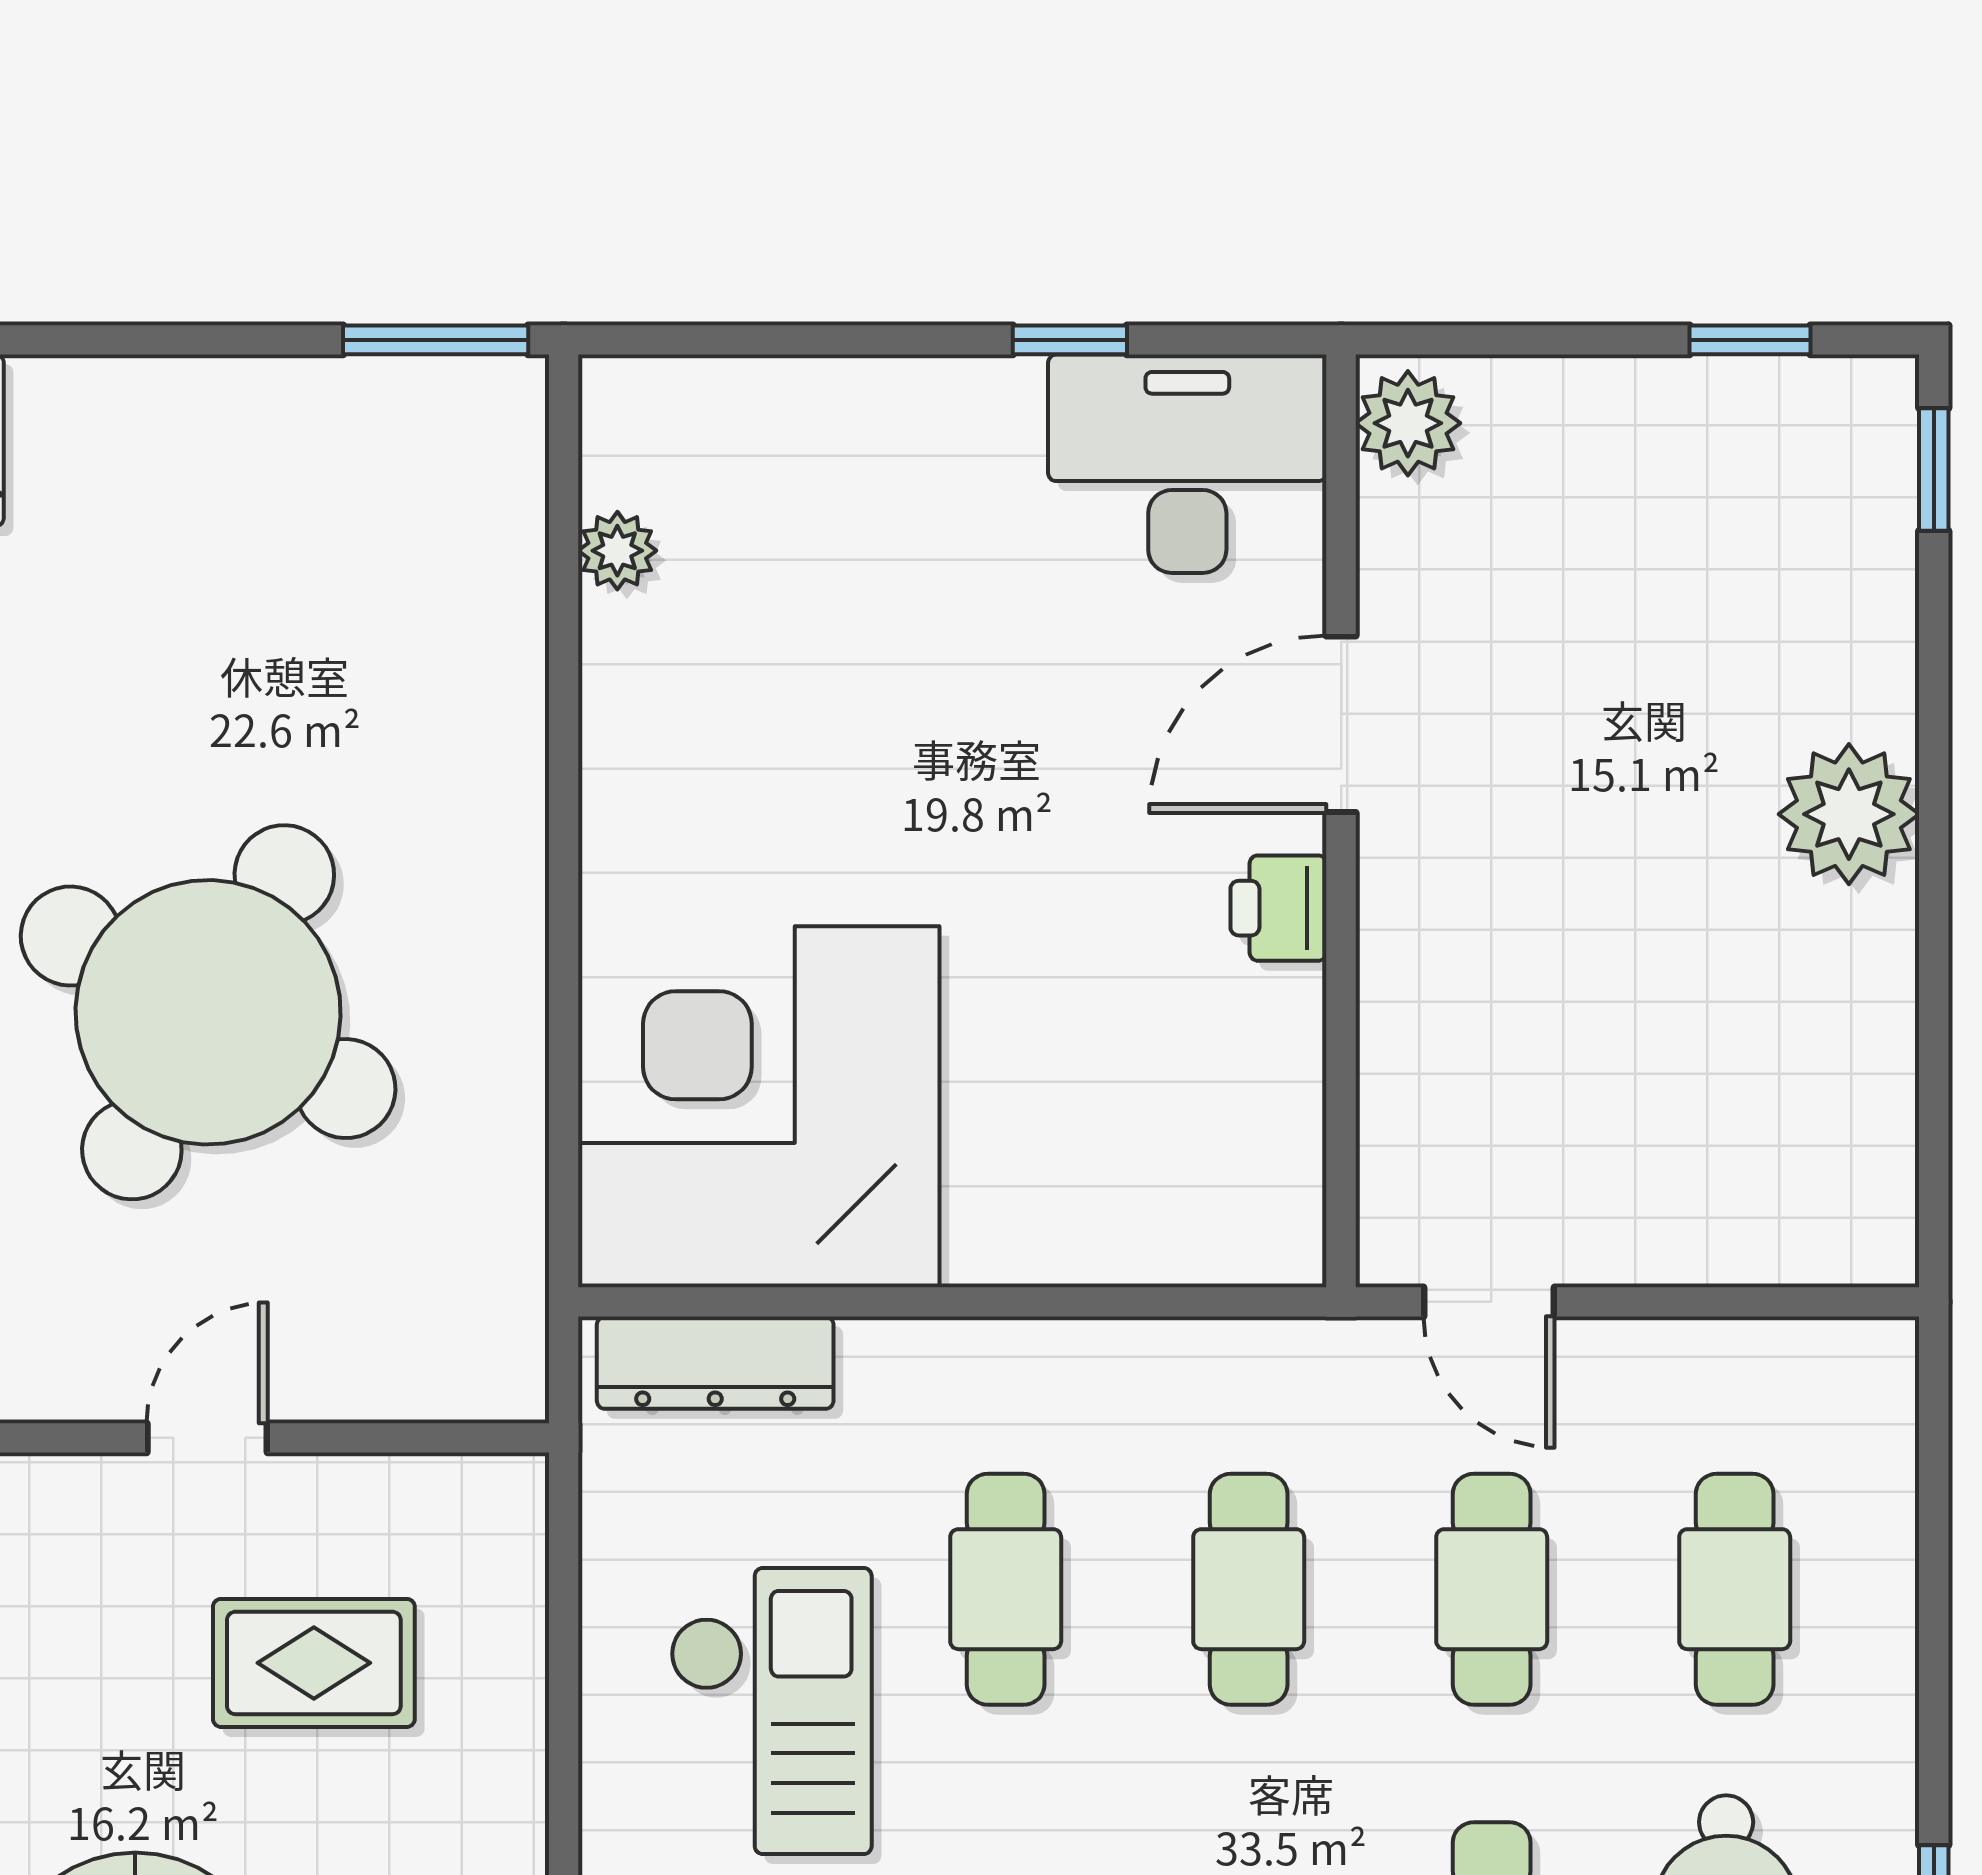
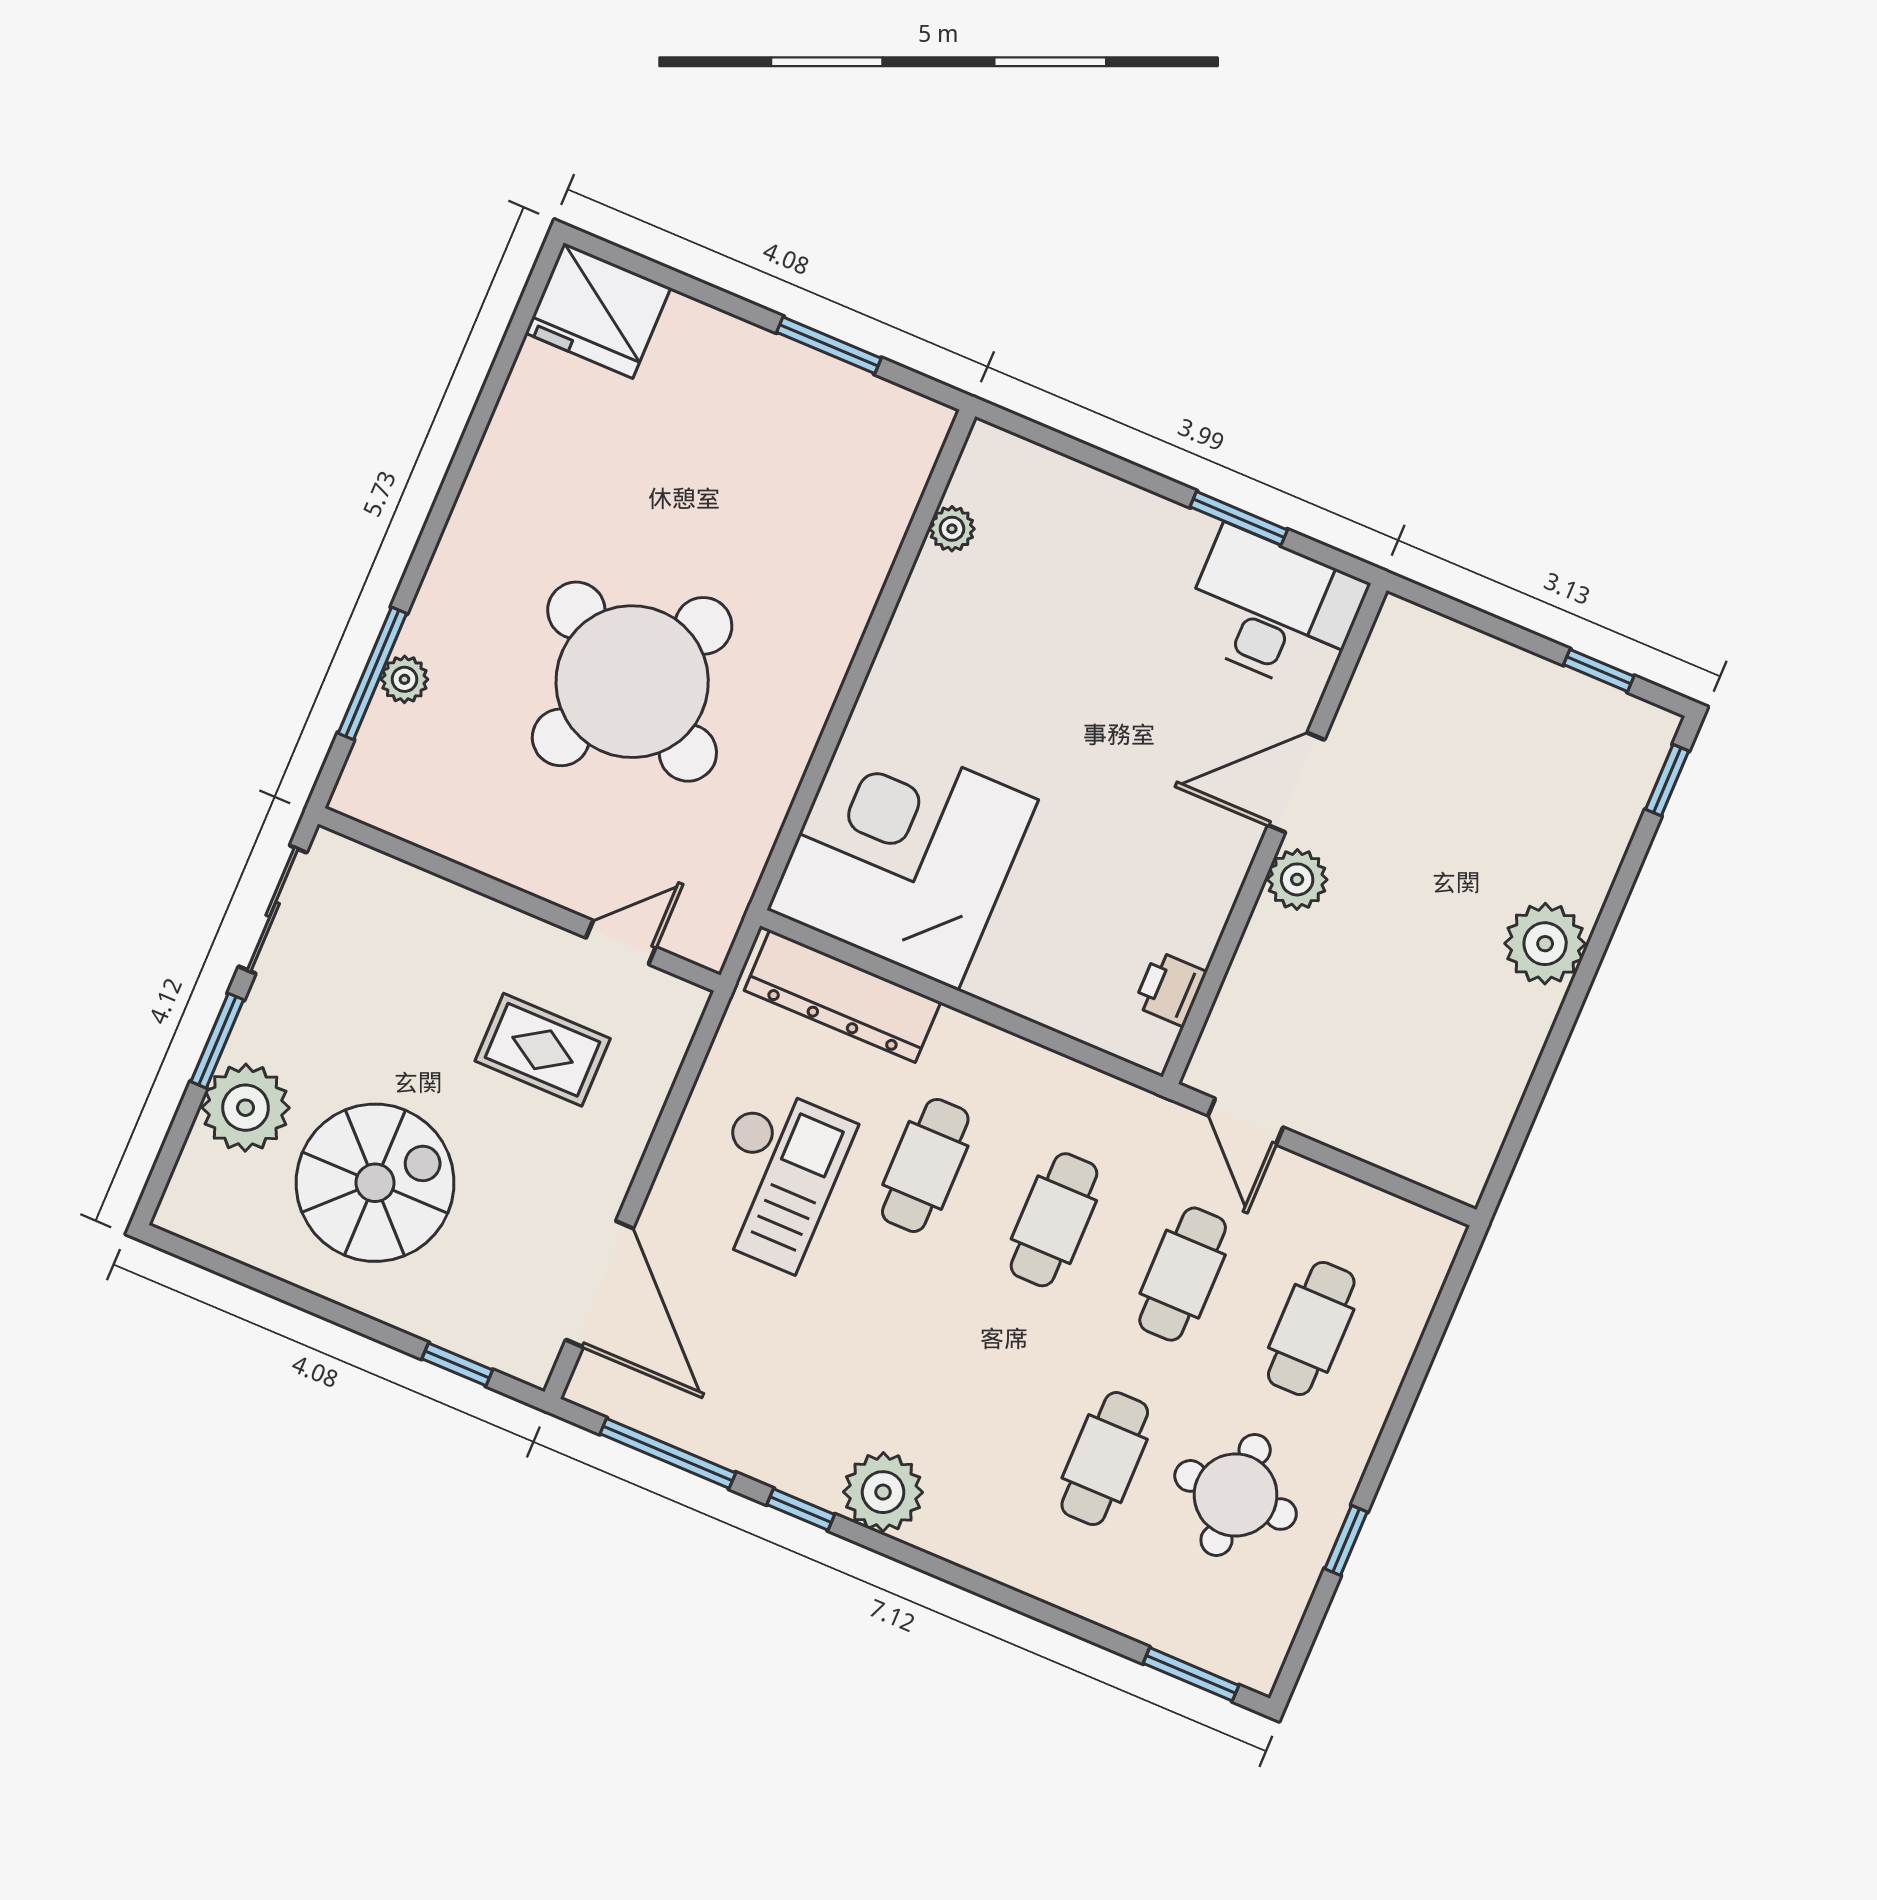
window: (436, 340) -> (829, 345), moved
window: (1070, 340) -> (1239, 518), width x1.50
plant: (1408, 423) -> (1297, 879), moved
printer: (1278, 908) -> (1170, 989), moved
dresser: (715, 1363) -> (843, 996), width x1.37, depth x1.24
door: (207, 1438) -> (621, 942), moved

